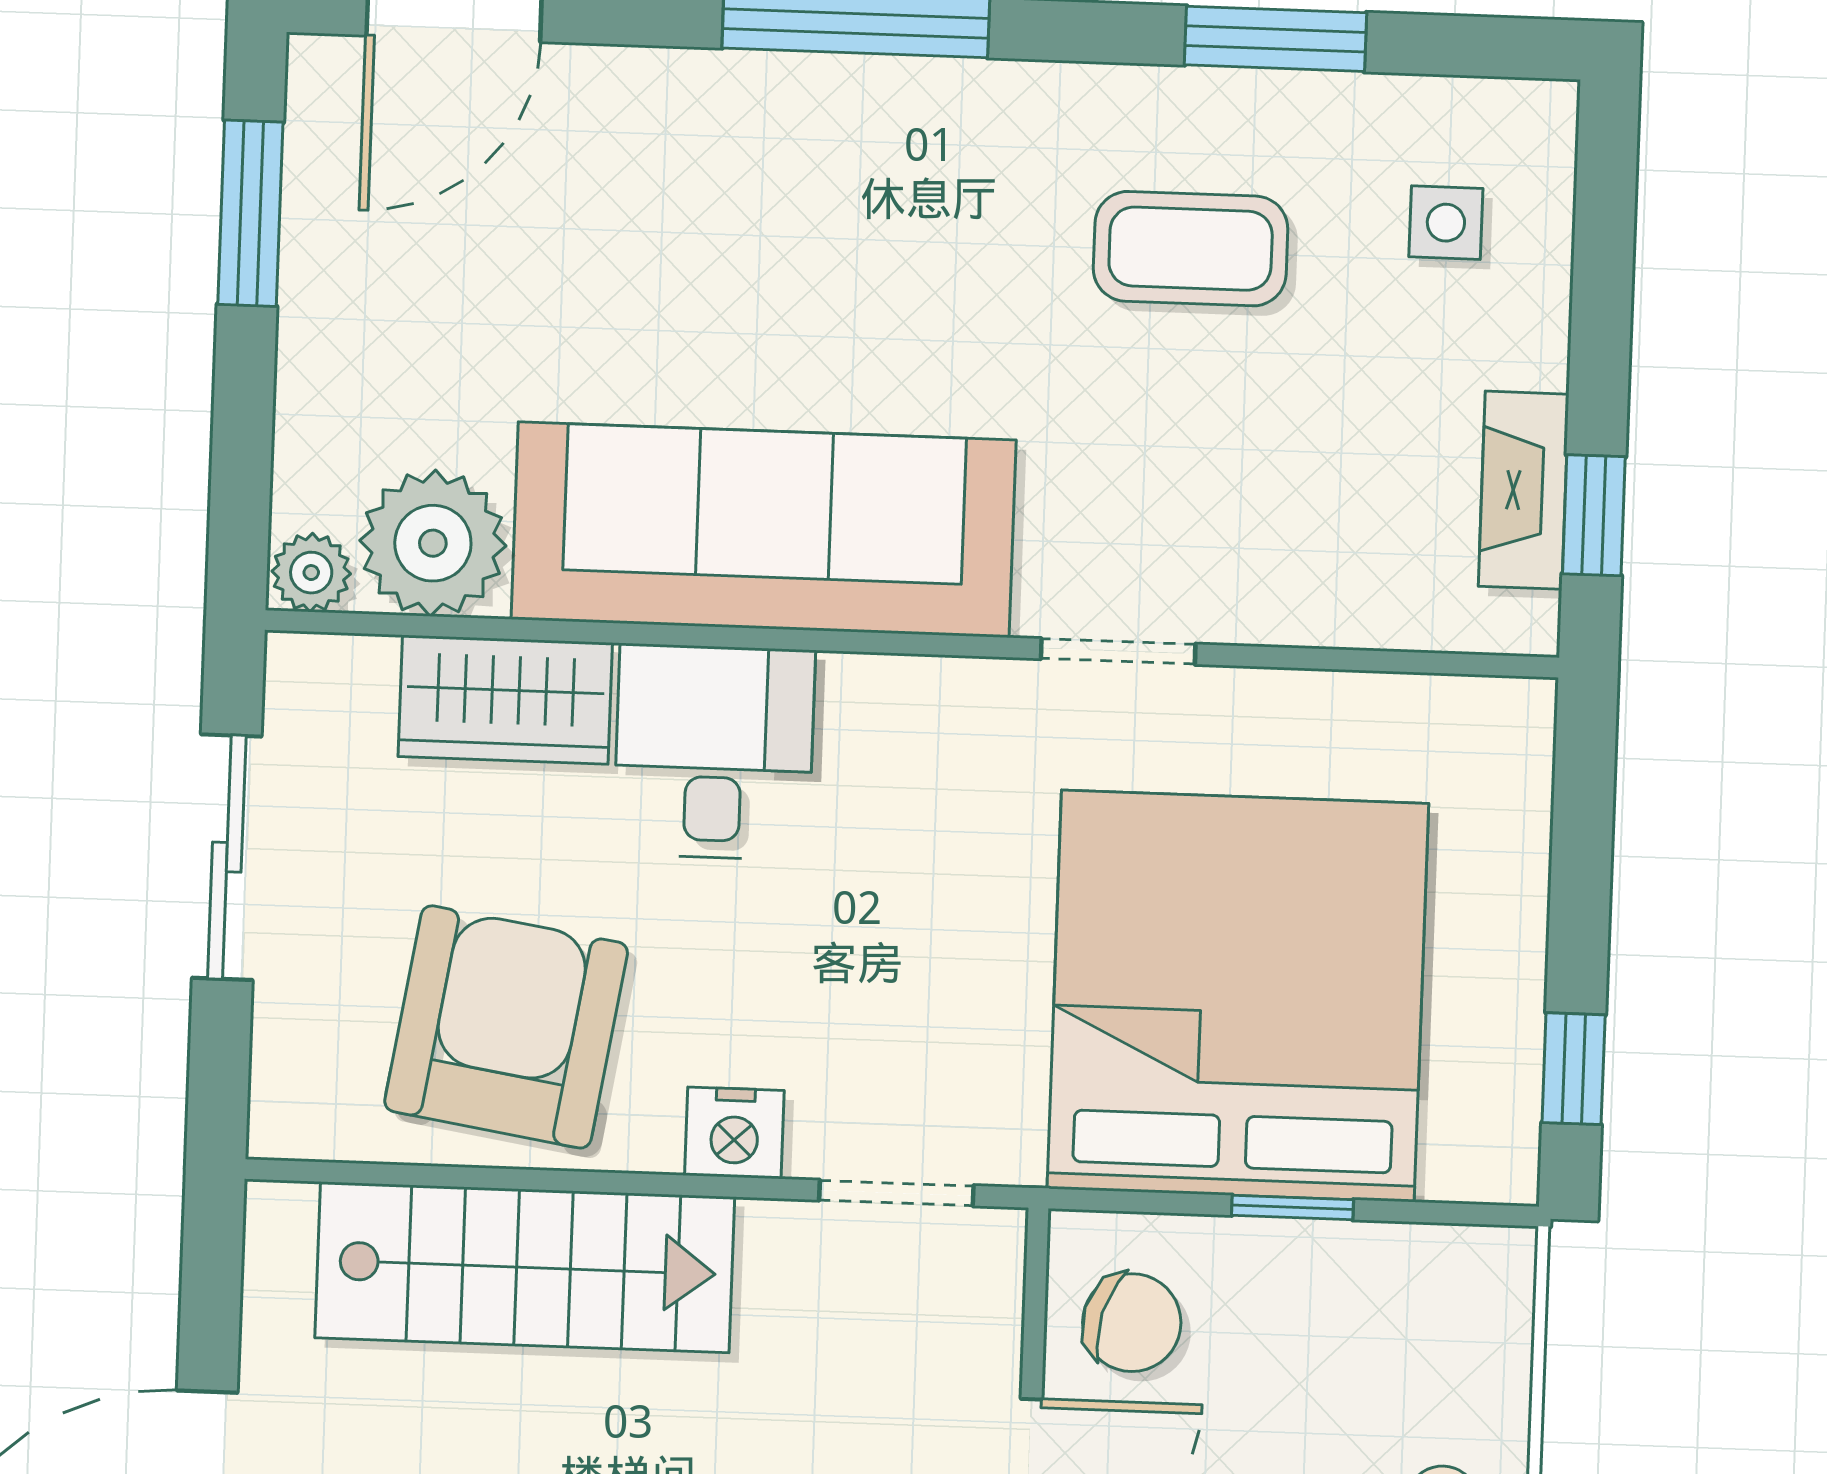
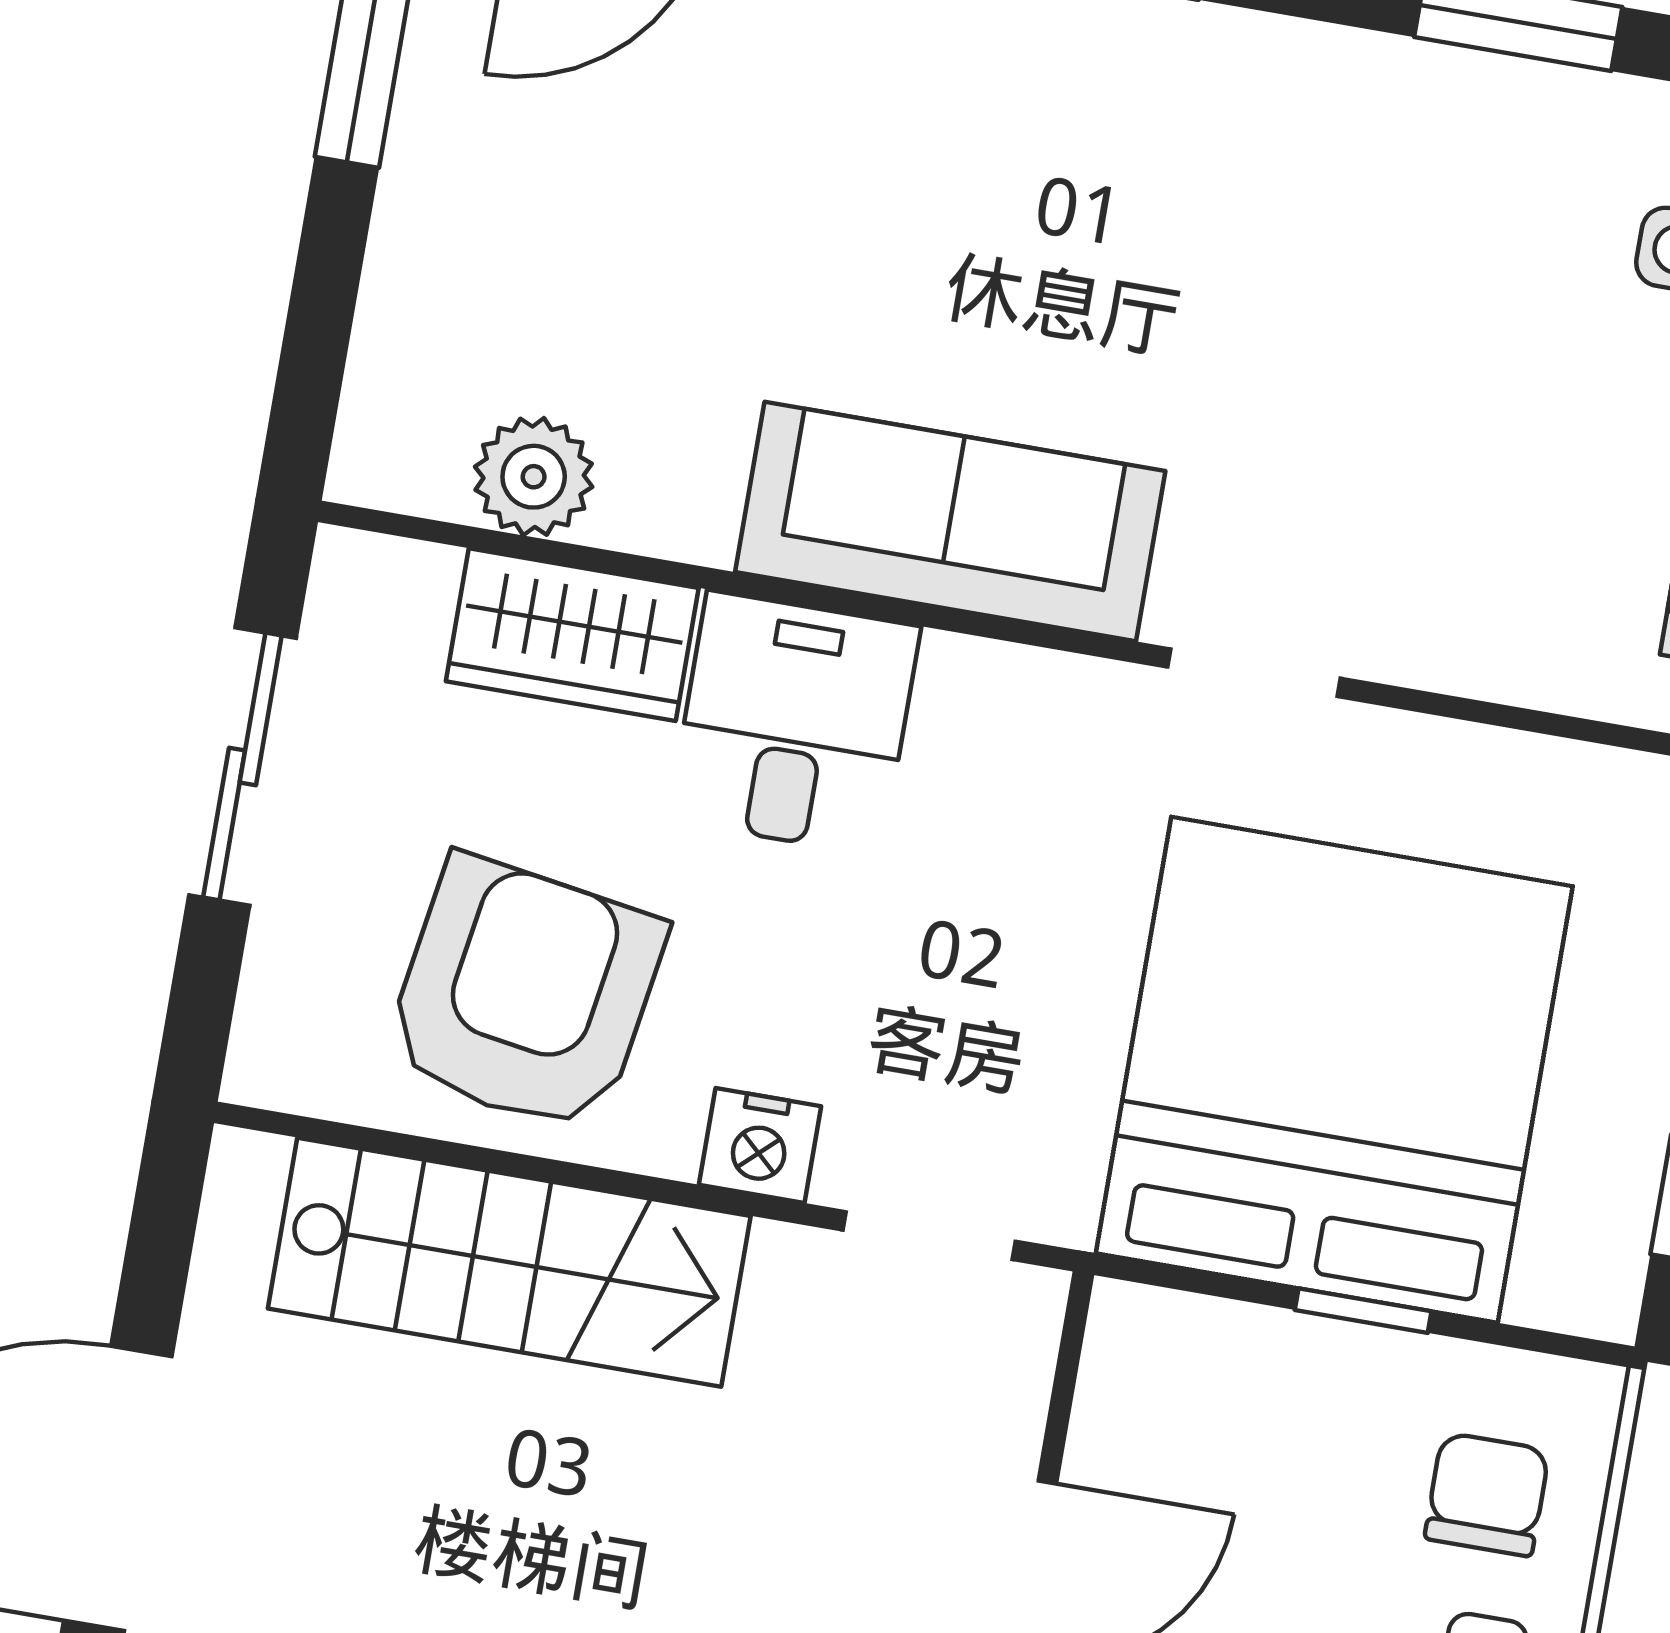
coffee table: (1191, 249) -> (1394, 240), removed
sofa: (764, 530) -> (950, 521), width x0.74, depth x0.79
plant: (433, 543) -> (534, 477), width x0.73, depth x0.73
plant: (311, 573) -> (378, 466), removed
chair: (1132, 1323) -> (1487, 1494), moved, turned -106

